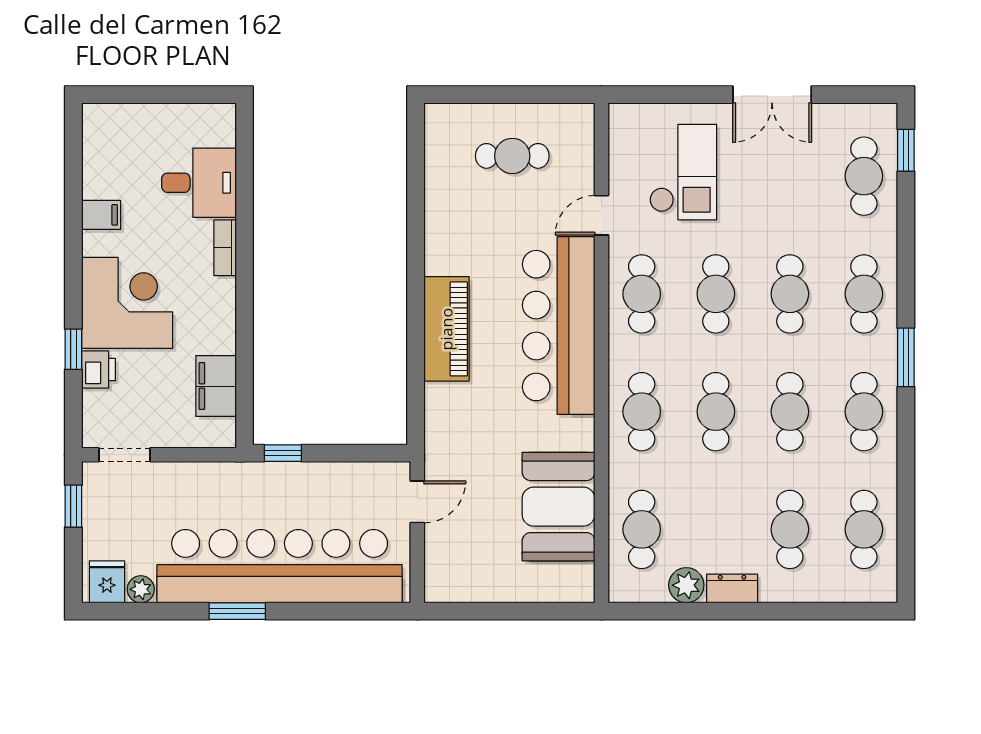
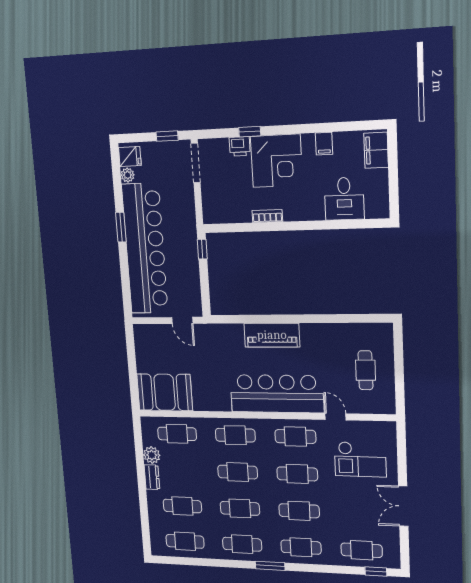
bookcase: (225, 248) -> (267, 216), moved
filing cabinet: (216, 386) -> (376, 150), moved, turned -90
doorway: (124, 455) -> (196, 163), width x1.38
booth: (559, 507) -> (165, 392), moved

